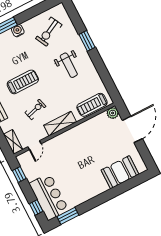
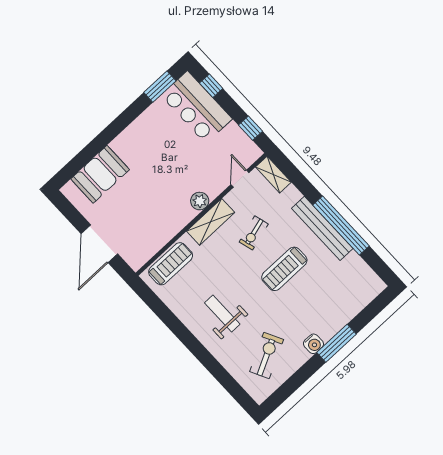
window: (87, 41) -> (205, 358), removed
plant: (113, 113) -> (200, 201), moved

